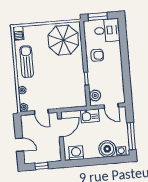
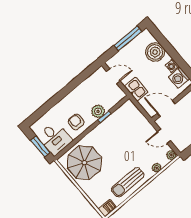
desk: (107, 30) -> (55, 138), moved, turned 180
plant: (95, 95) -> (98, 111), moved
door: (111, 106) -> (113, 76), hinge flipped
door: (41, 112) -> (164, 136), swing flipped
washing machine: (121, 151) -> (172, 66), moved

